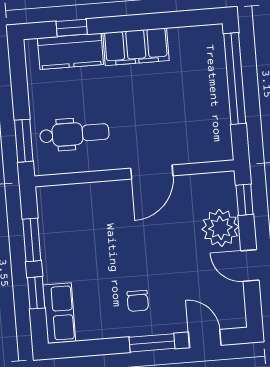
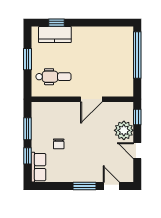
filing cabinet: (136, 47) -> (88, 35), removed
window: (24, 141) -> (28, 59), moved
chair: (138, 301) -> (59, 144), moved

